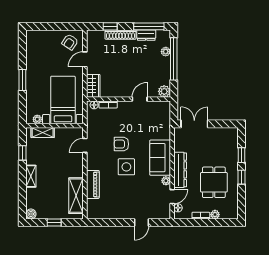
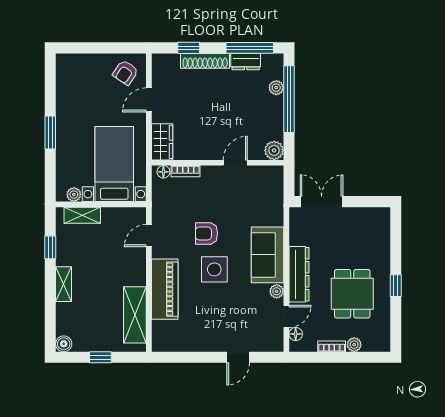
window: (241, 155) -> (396, 251), removed
piano: (93, 184) -> (165, 289), width x1.37, depth x1.33

